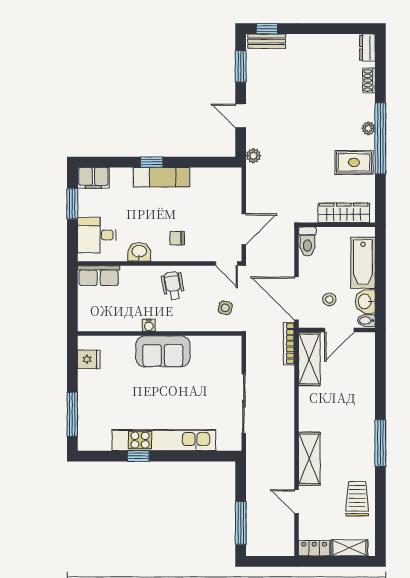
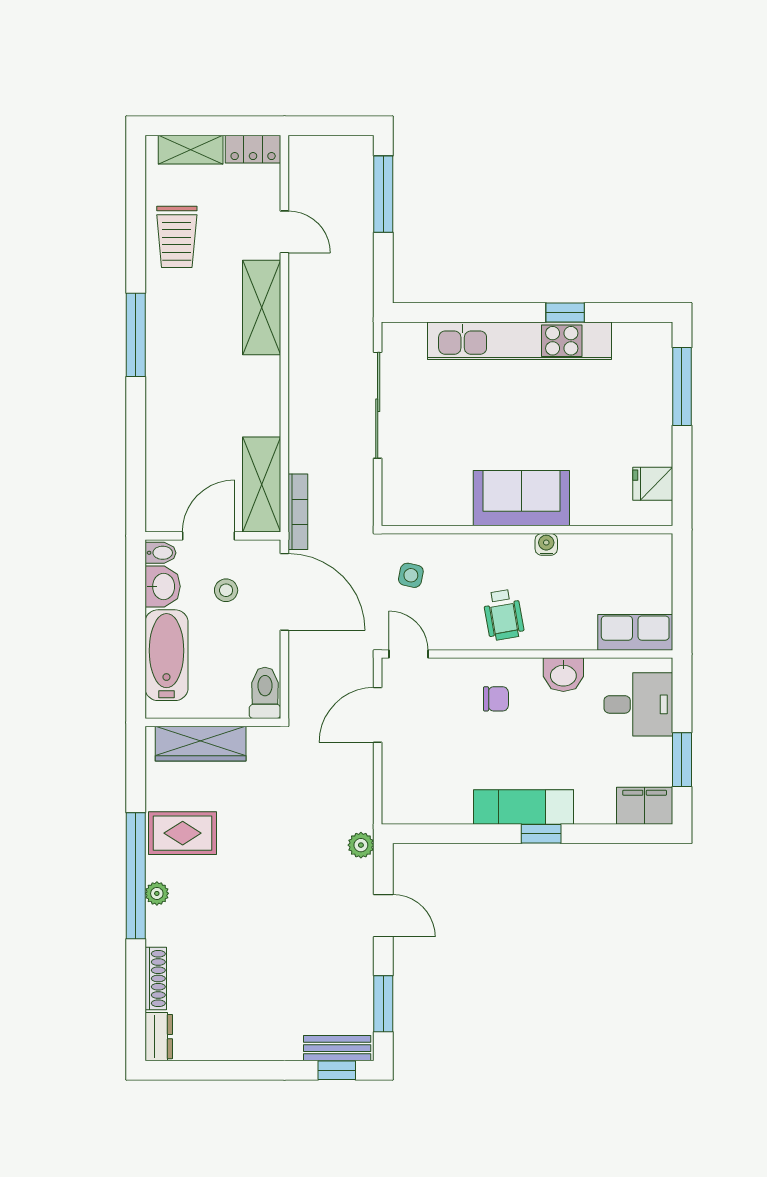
shoe rack: (369, 80) -> (156, 978), width x1.43

